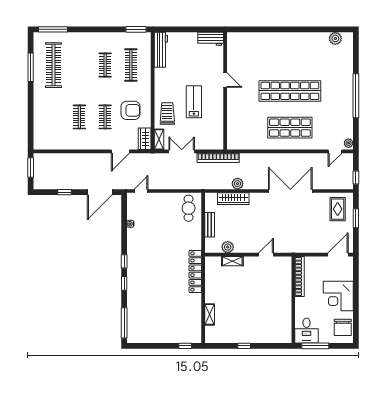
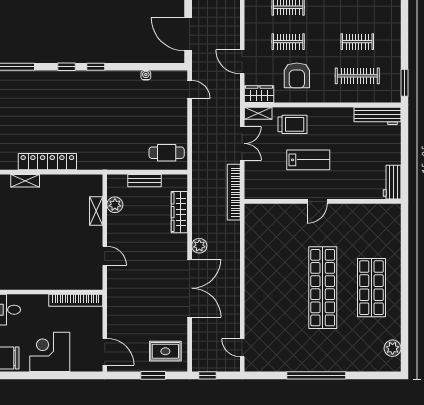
door: (225, 80) -> (317, 201), moved
shop shelf: (290, 128) -> (371, 288), moved
plant: (349, 143) -> (253, 366), removed
plant: (238, 184) -> (199, 246), moved
locker: (195, 271) -> (47, 162), moved

